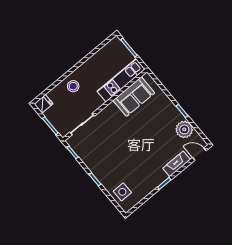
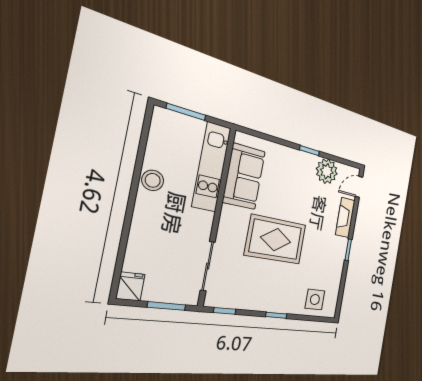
stool: (73, 86) -> (153, 180), moved
rug: (126, 141) -> (276, 240), added

